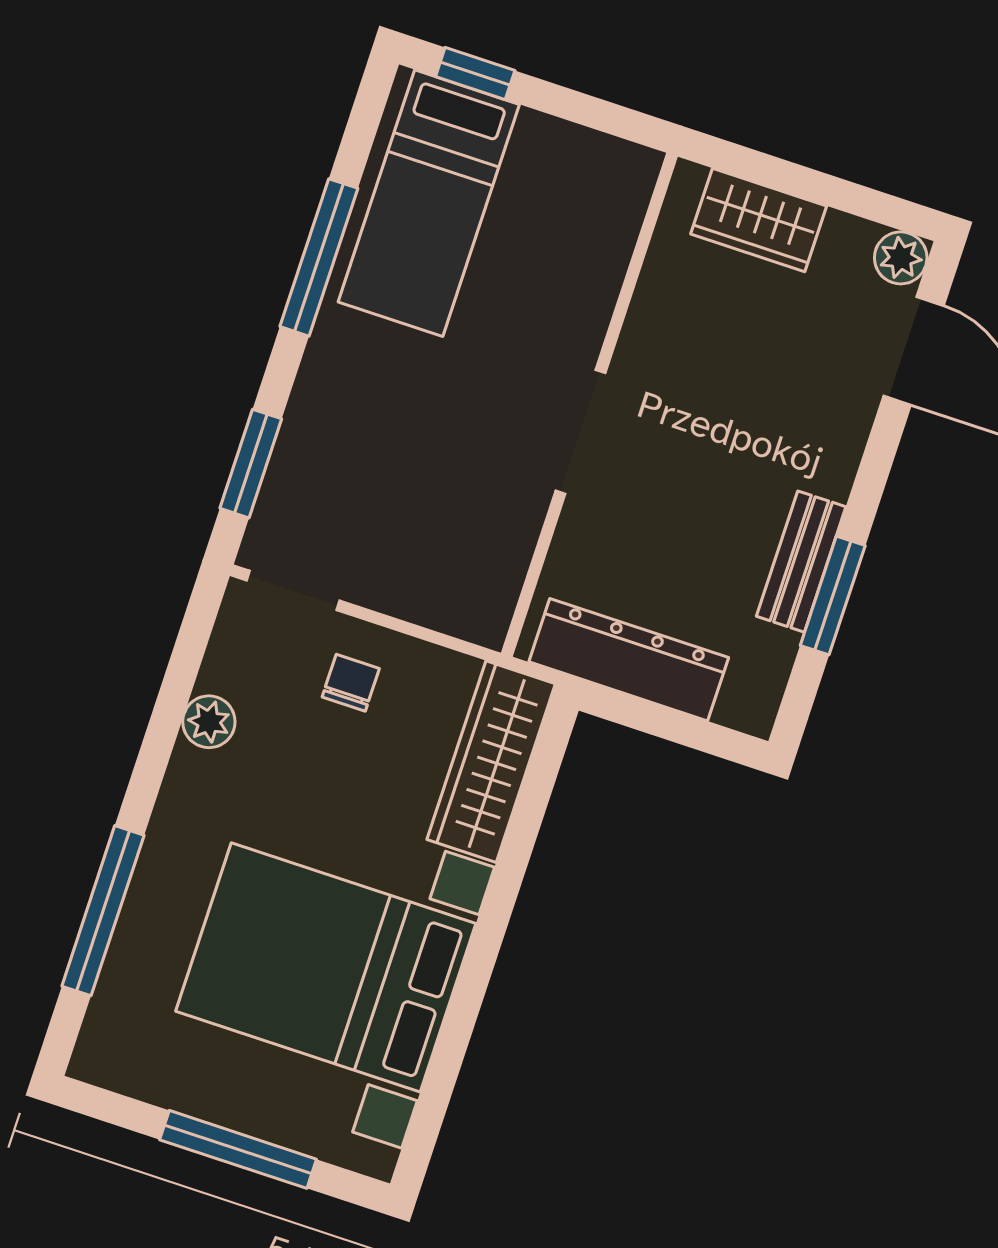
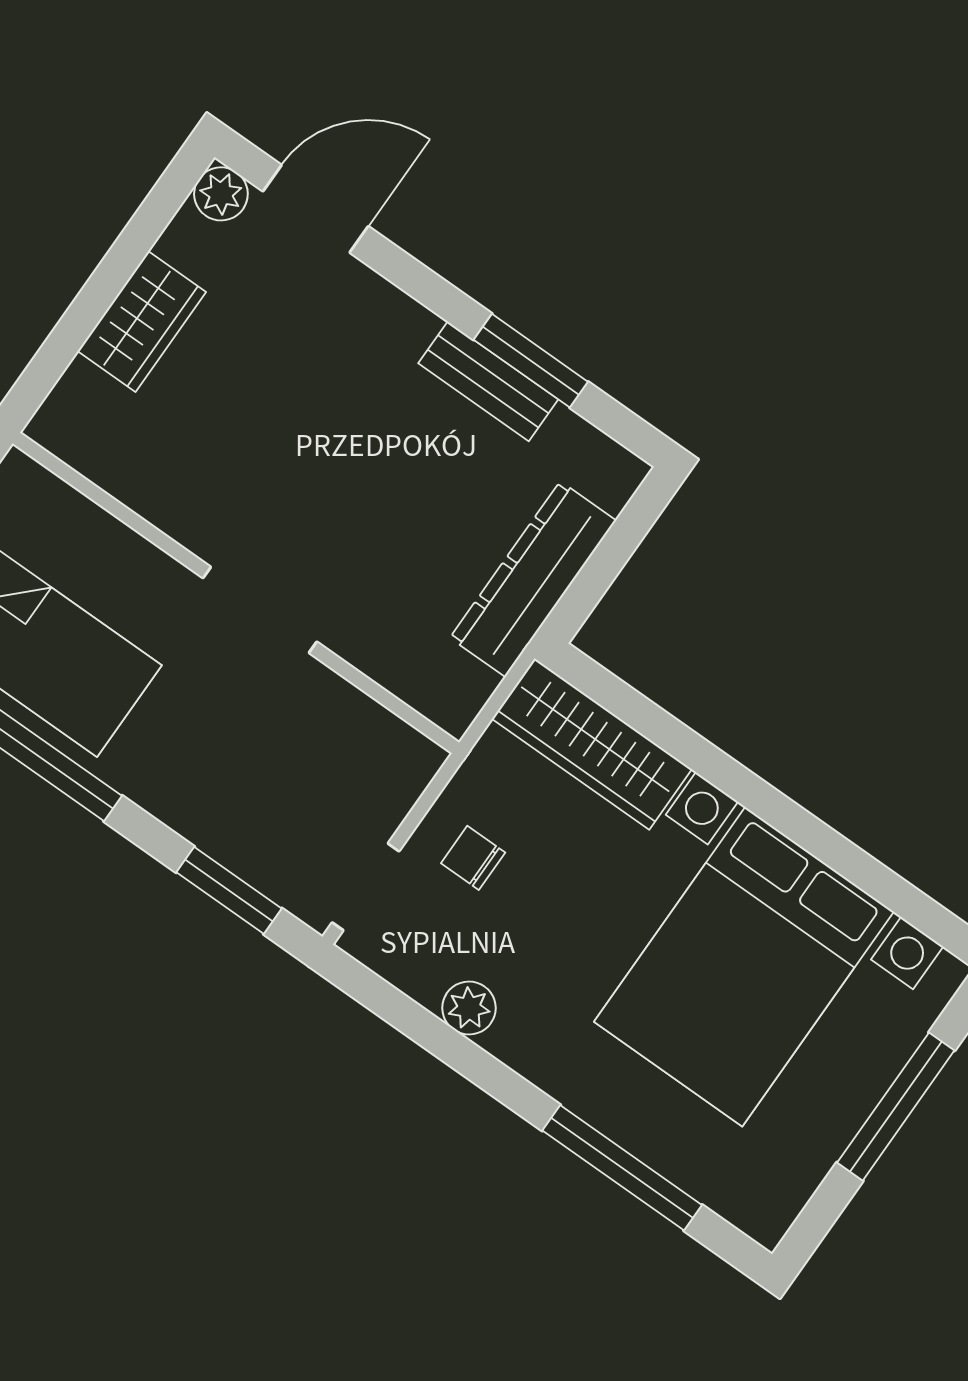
wall: (589, 405) -> (236, 593), moved
doorway: (580, 432) -> (260, 610), moved

